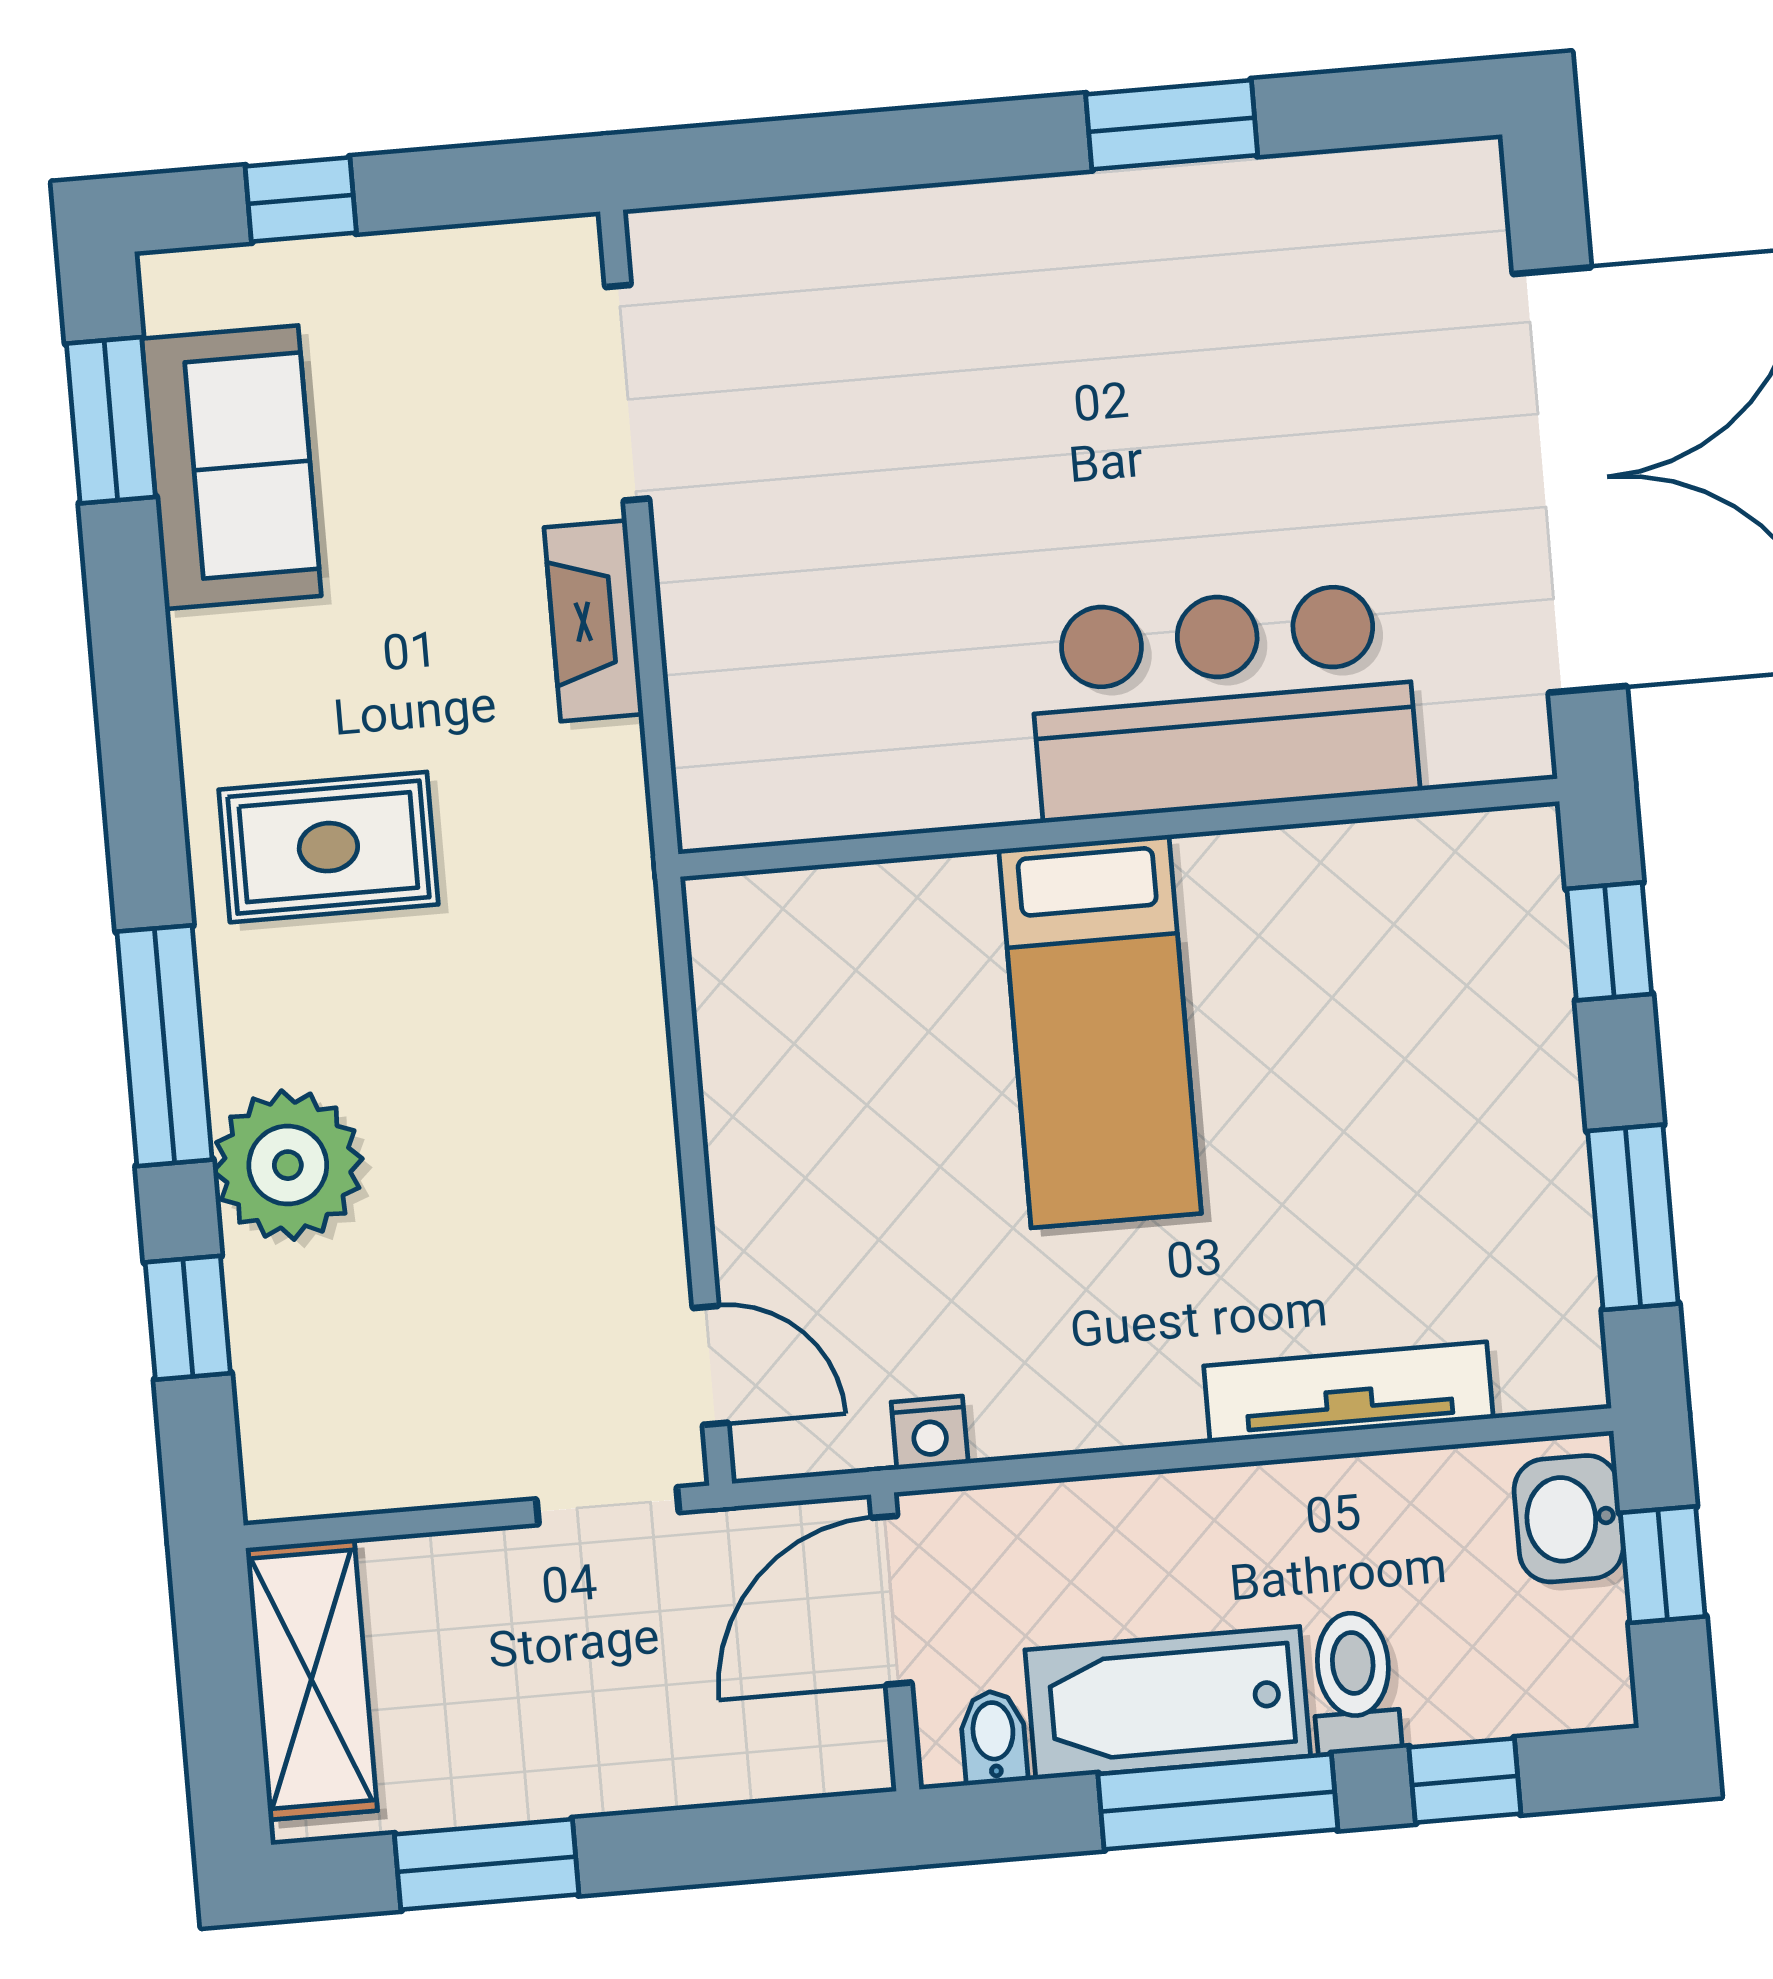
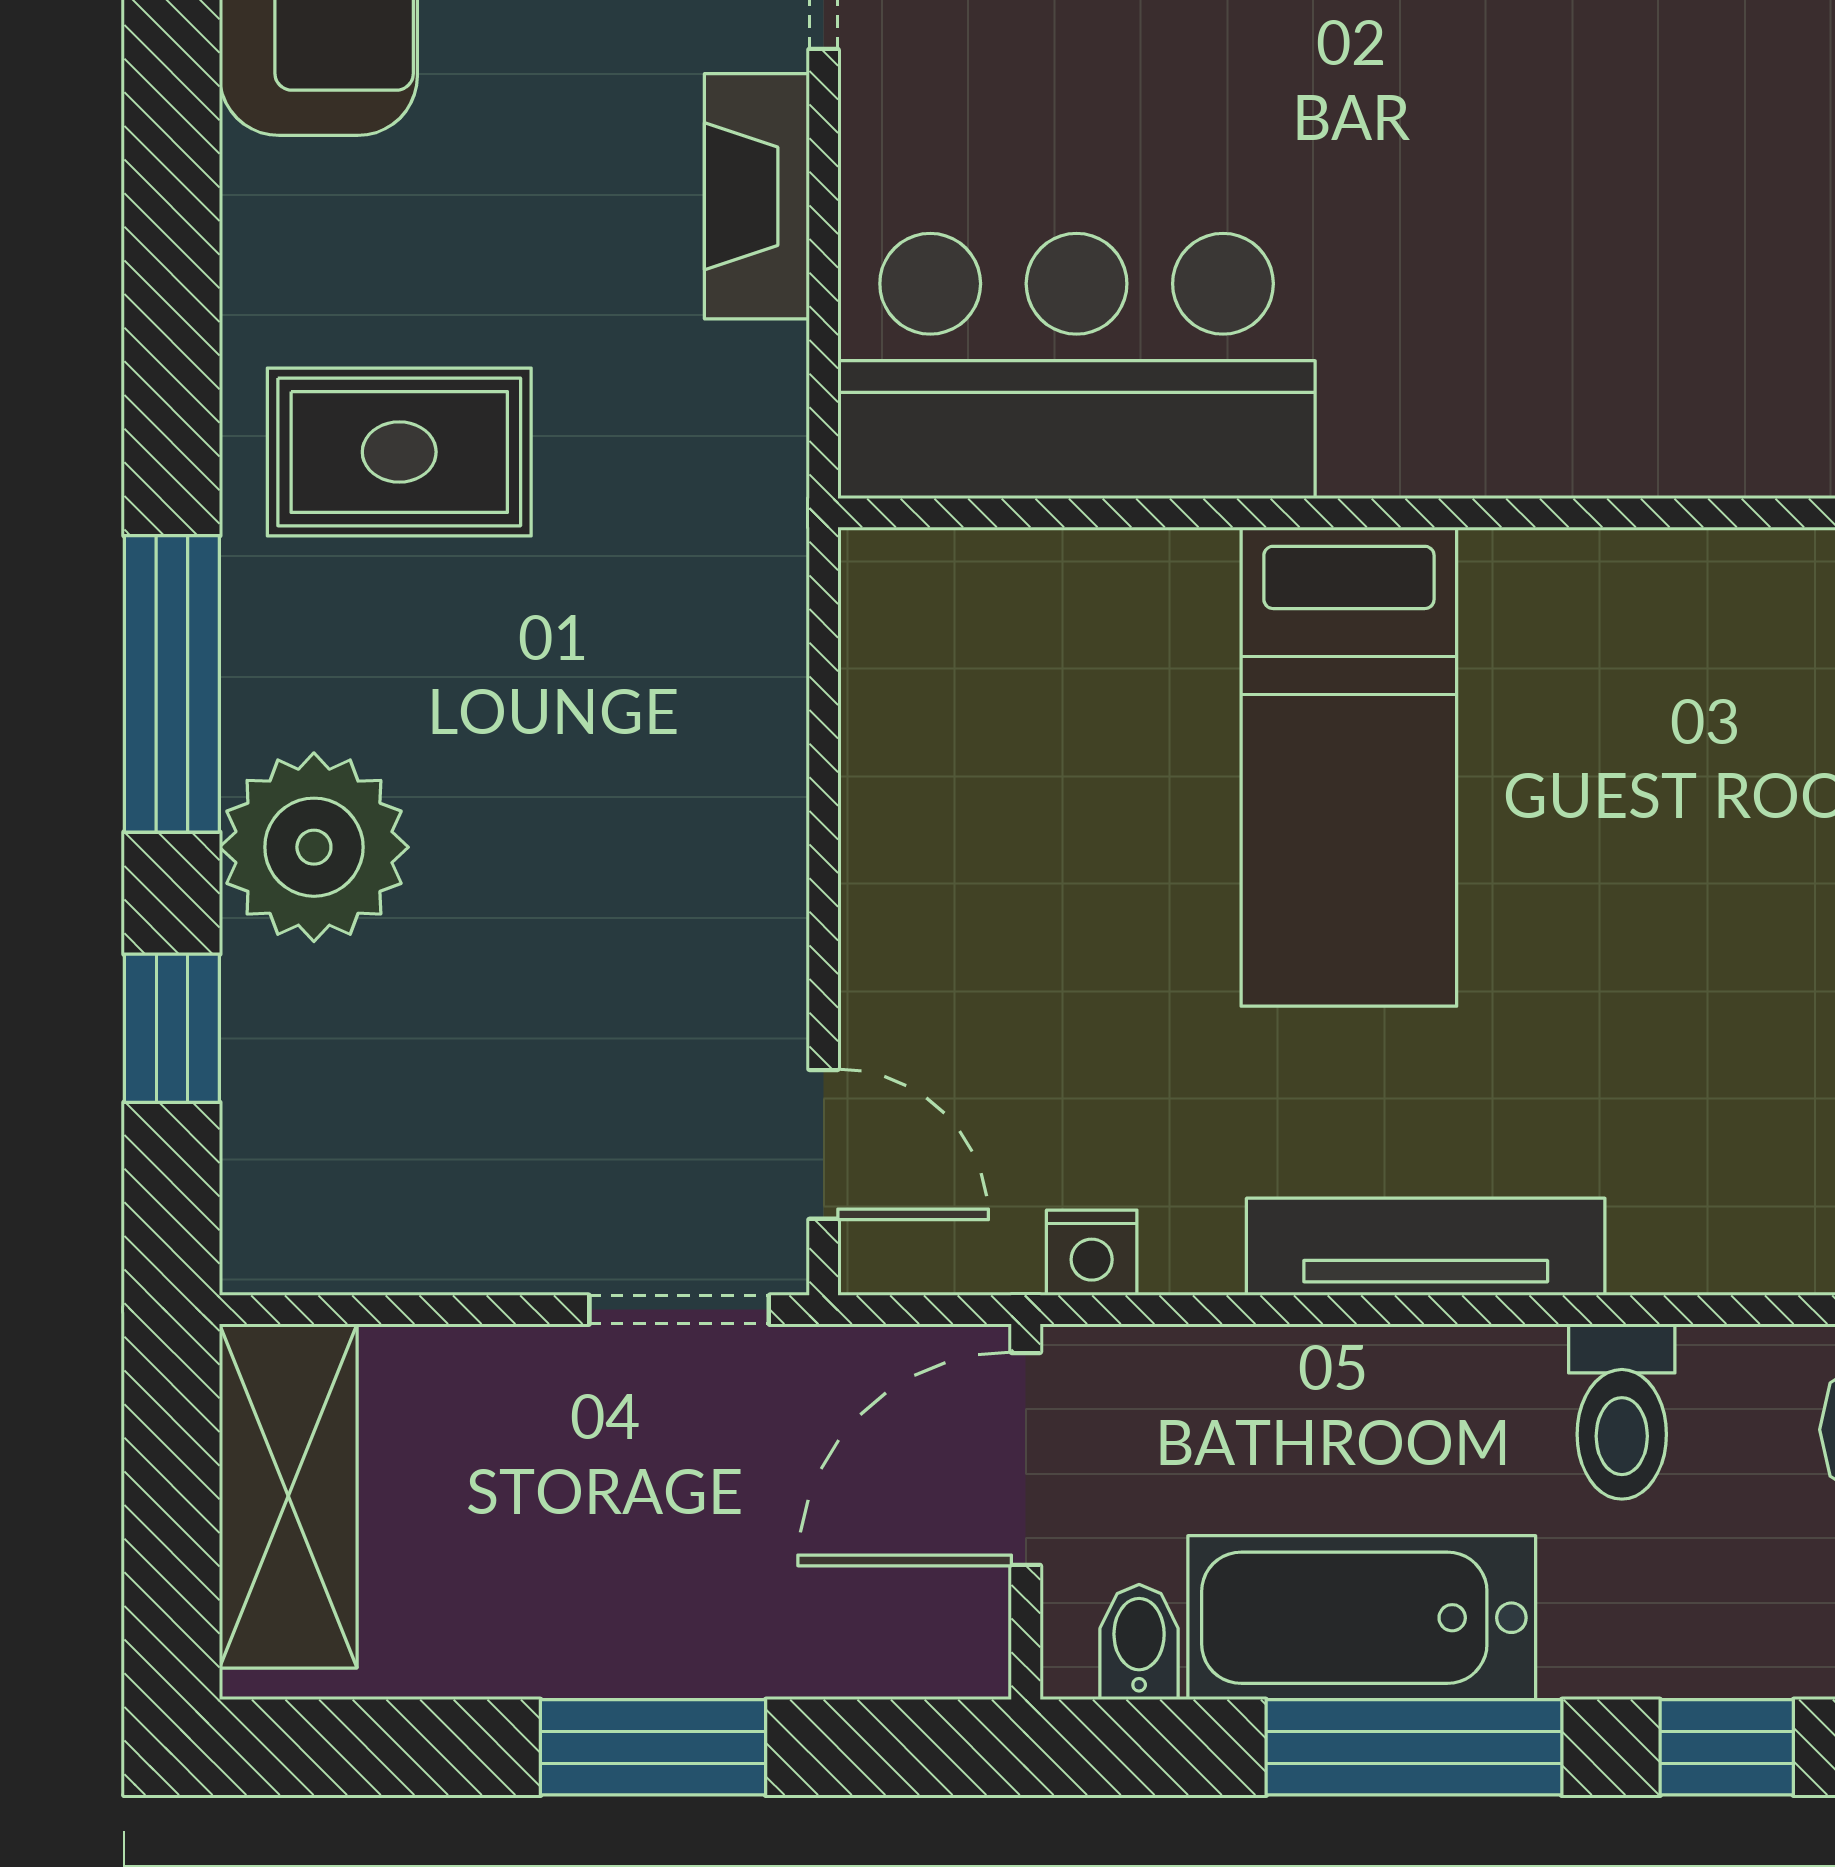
bar counter: (1223, 702) -> (1077, 366), moved
tv unit: (1348, 1392) -> (1426, 1247), moved
toilet: (1354, 1682) -> (1622, 1412), moved, turned 180
window: (487, 1864) -> (653, 1747), moved

